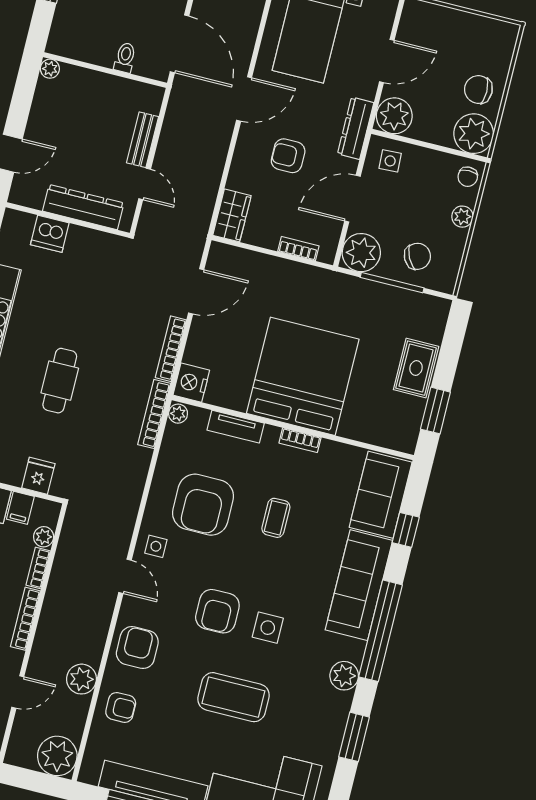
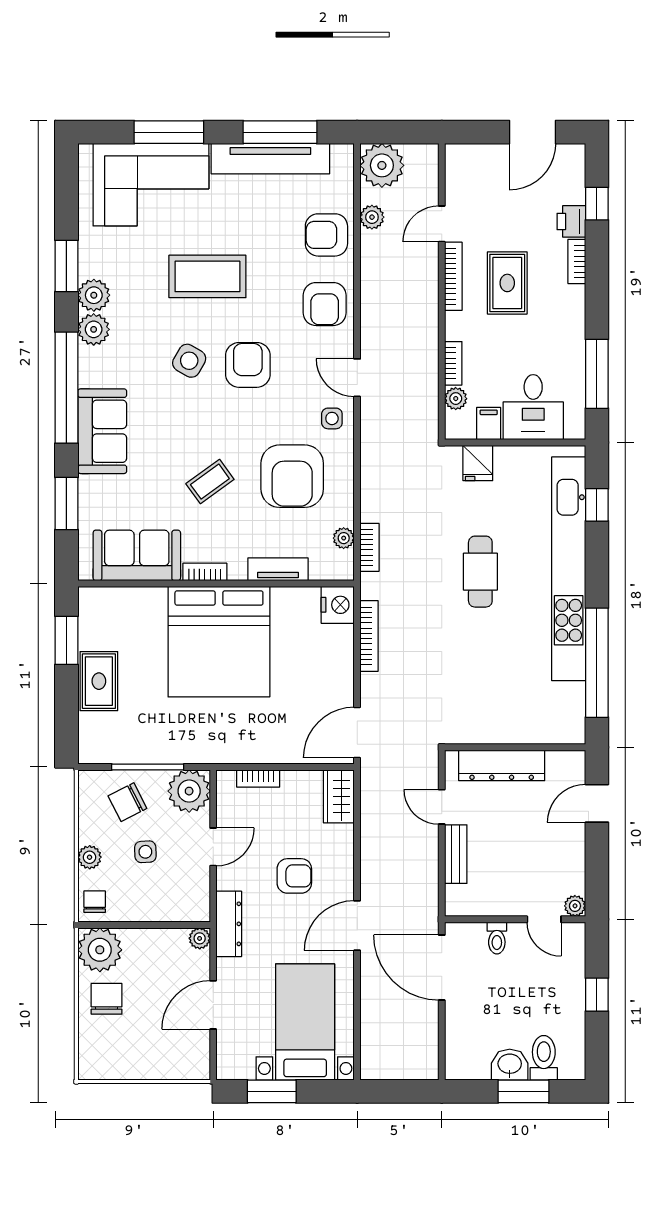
door: (80, 64) -> (544, 919), added
chair: (478, 90) -> (107, 999), turned -90
plant: (394, 116) -> (200, 938), width x0.53, depth x0.53
side table: (390, 161) -> (145, 852), moved
door: (352, 199) -> (213, 847), width x0.73
dishwasher: (50, 234) -> (531, 727), removed
door: (196, 291) -> (357, 733), moved
bookcase: (154, 414) -> (369, 547), width x0.64
plant: (178, 414) -> (344, 538), moved
sofa: (381, 495) -> (137, 555), moved, turned -90
armchair: (203, 505) -> (292, 476), turned 180
coffee table: (276, 518) -> (210, 482), turned 54
window: (406, 530) -> (66, 503), width x1.50
sofa: (359, 585) -> (102, 431), width x0.73
bookcase: (25, 619) -> (453, 276), moved
side table: (268, 628) -> (189, 361), turned 30
plant: (81, 679) -> (372, 217), moved, width x0.73, depth x0.73
plant: (337, 705) -> (94, 295), added
armchair: (121, 707) -> (326, 235), width x1.38, depth x1.38

